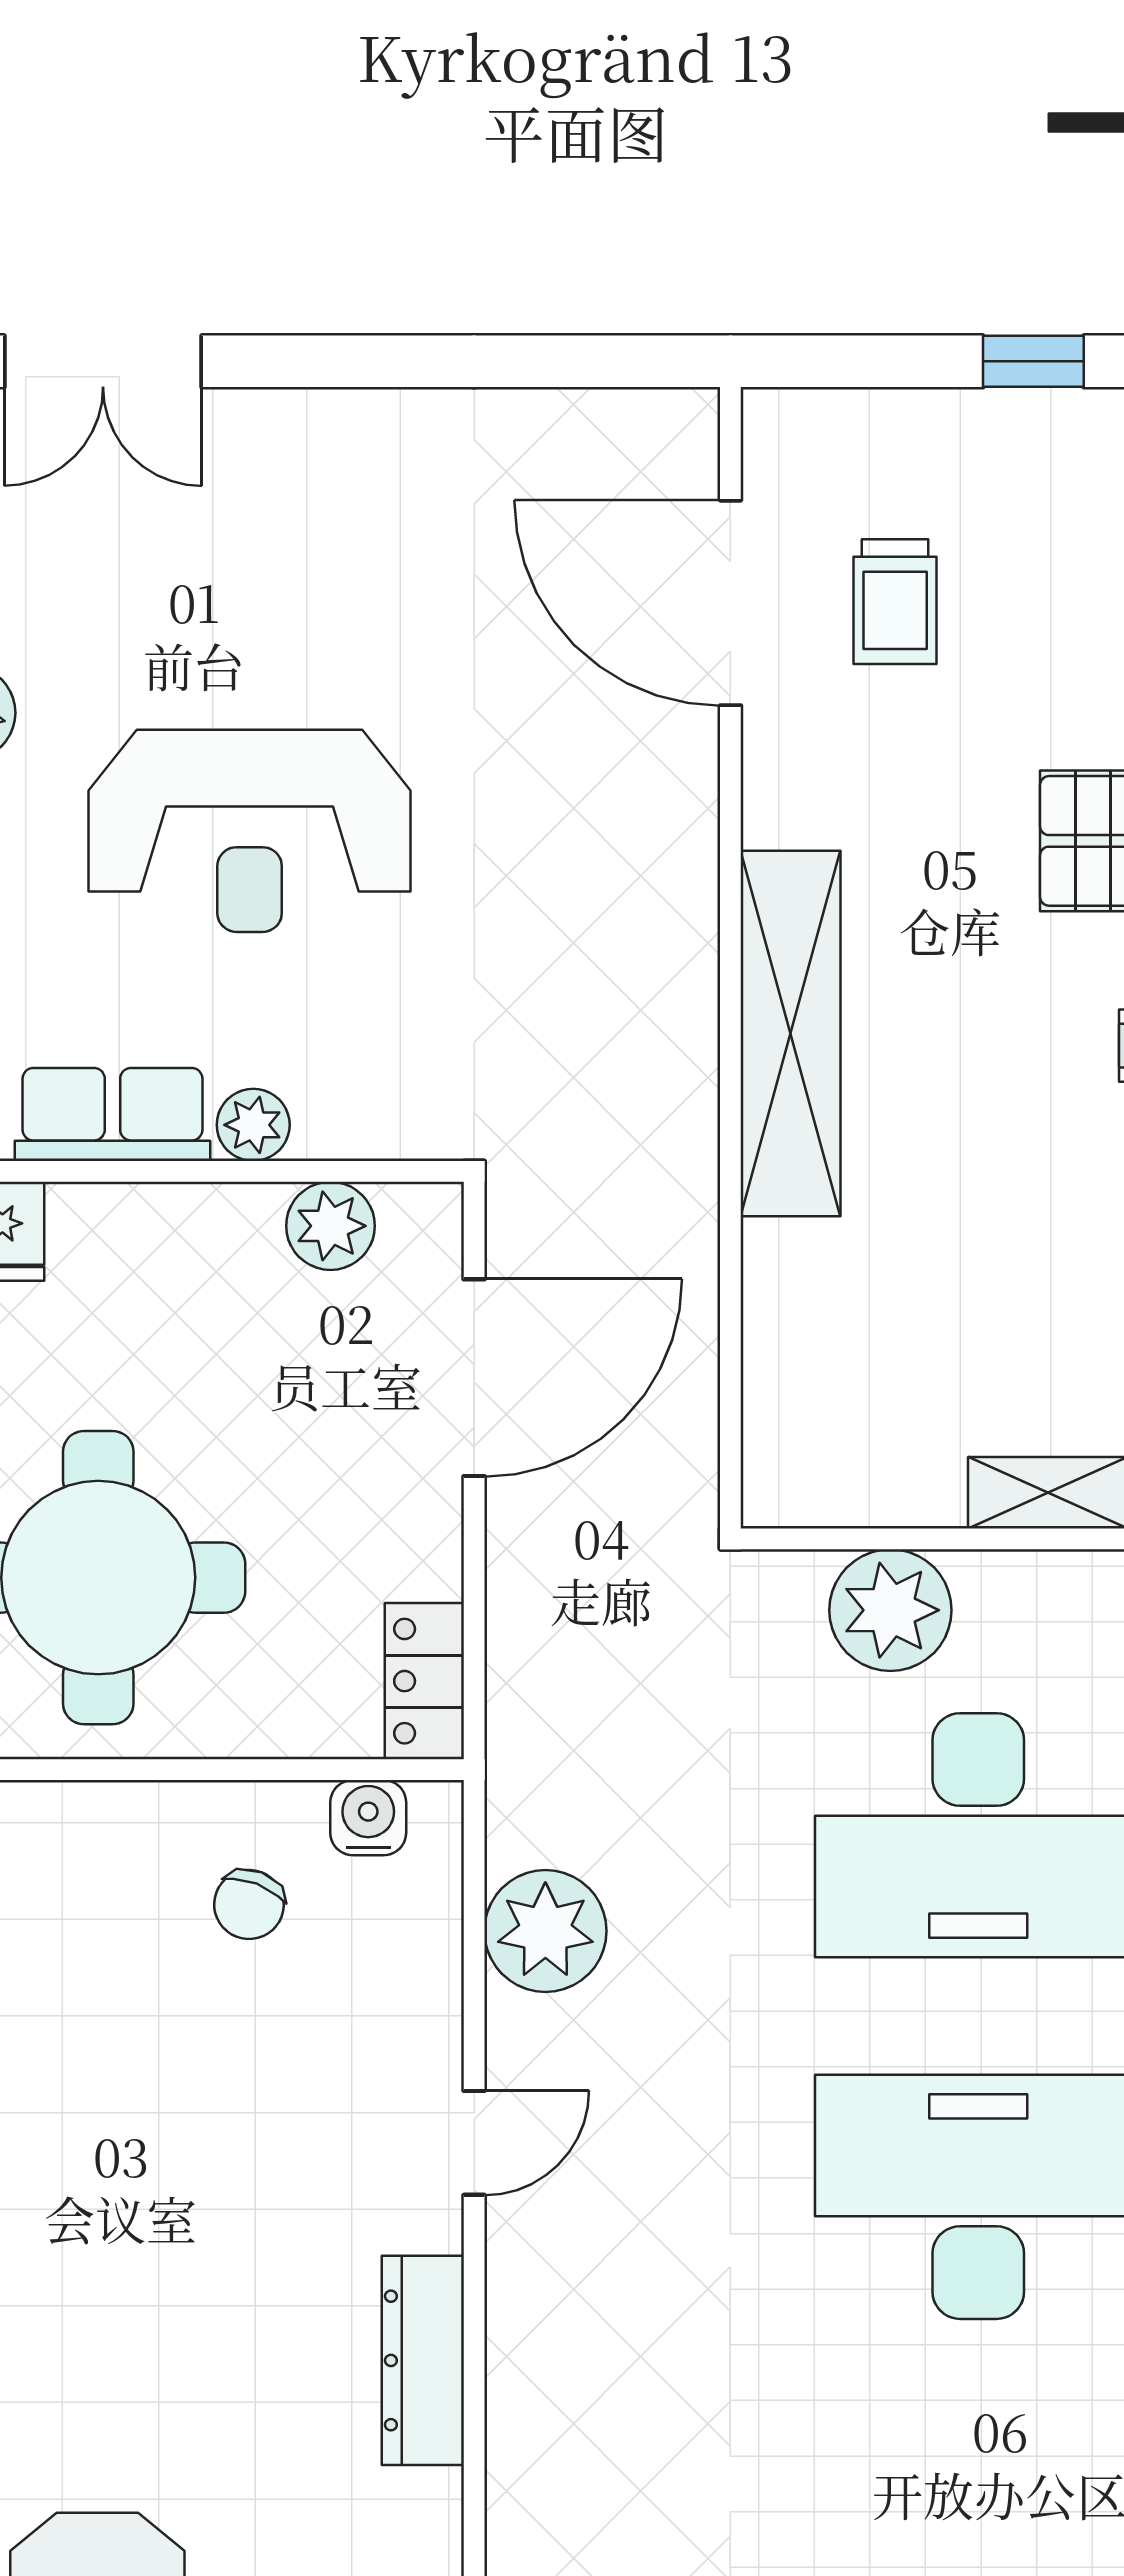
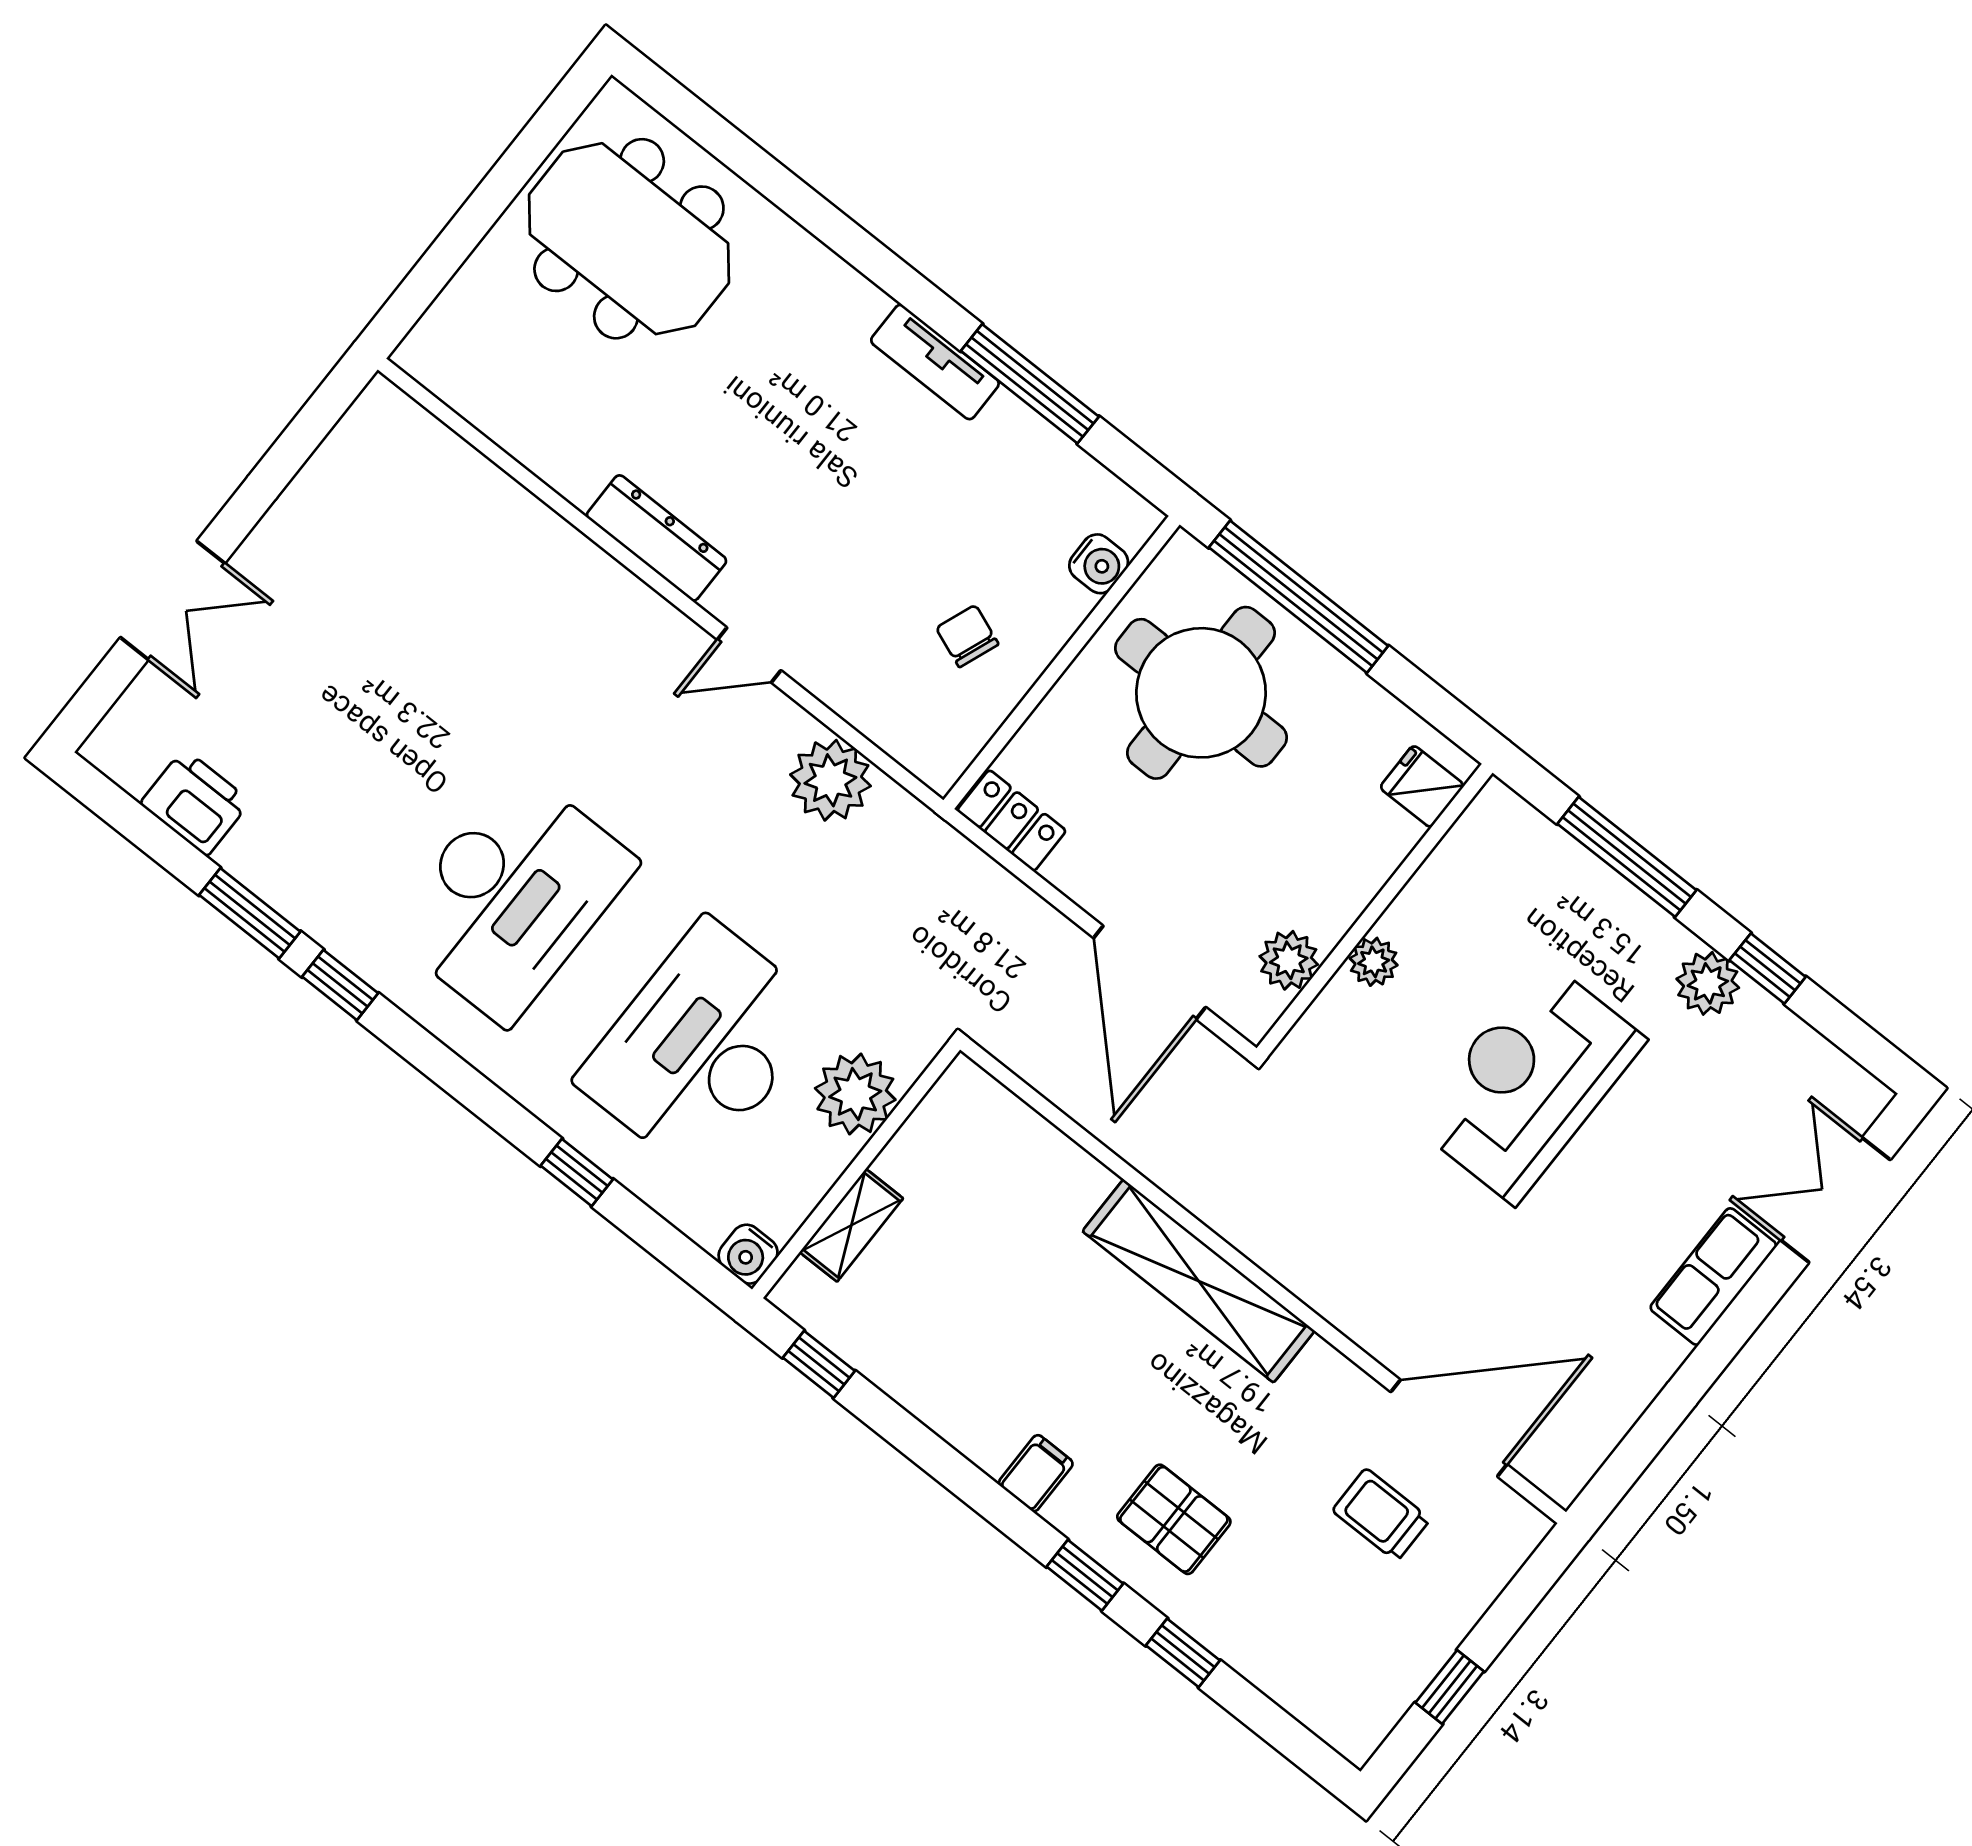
row of seats: (112, 1114) -> (1713, 1277), moved, turned 180
water cooler: (368, 1818) -> (1099, 564), moved
door: (474, 2143) -> (749, 655), hinge flipped

